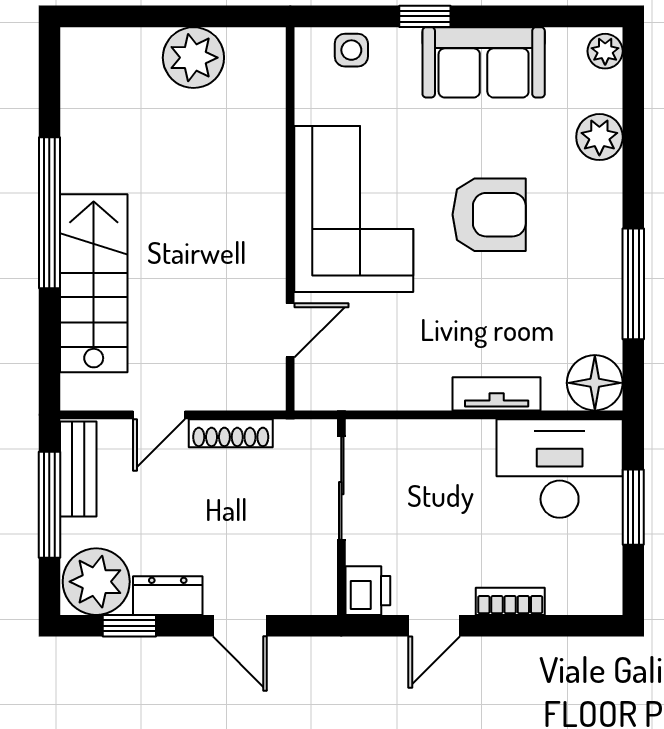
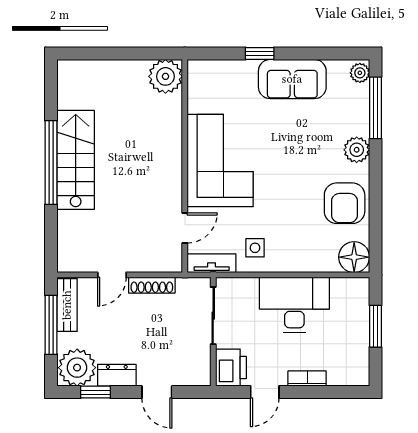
side table: (351, 50) -> (255, 248), moved
plant: (193, 58) -> (165, 76), moved
plant: (599, 137) -> (357, 150), moved
armchair: (489, 215) -> (345, 203), moved, turned 90
stairs: (94, 283) -> (76, 160), moved
window: (633, 284) -> (375, 108), moved
tv unit: (497, 394) -> (212, 263), moved
desk: (560, 469) -> (294, 305), moved
printer: (368, 591) -> (231, 368), width x1.36, depth x1.24

